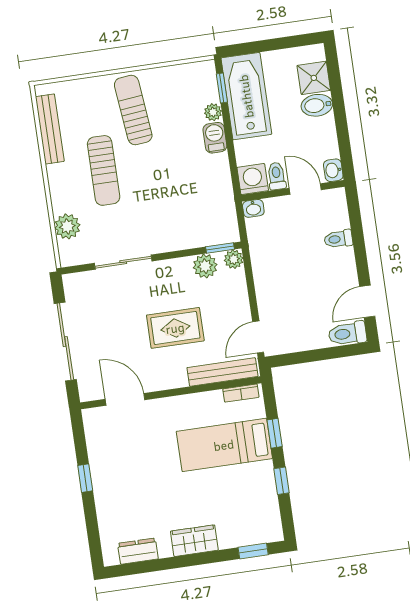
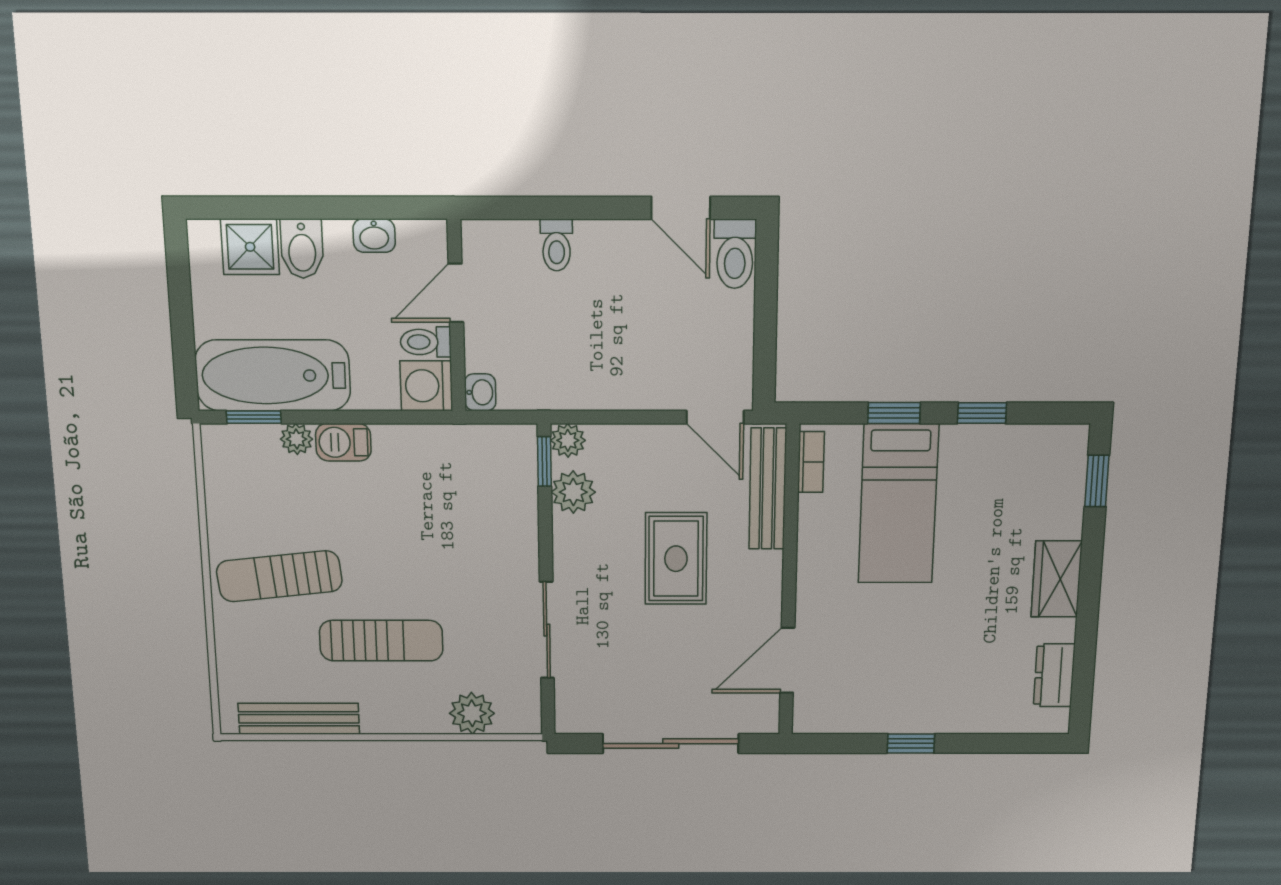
washbasin: (333, 170) -> (374, 236), moved

